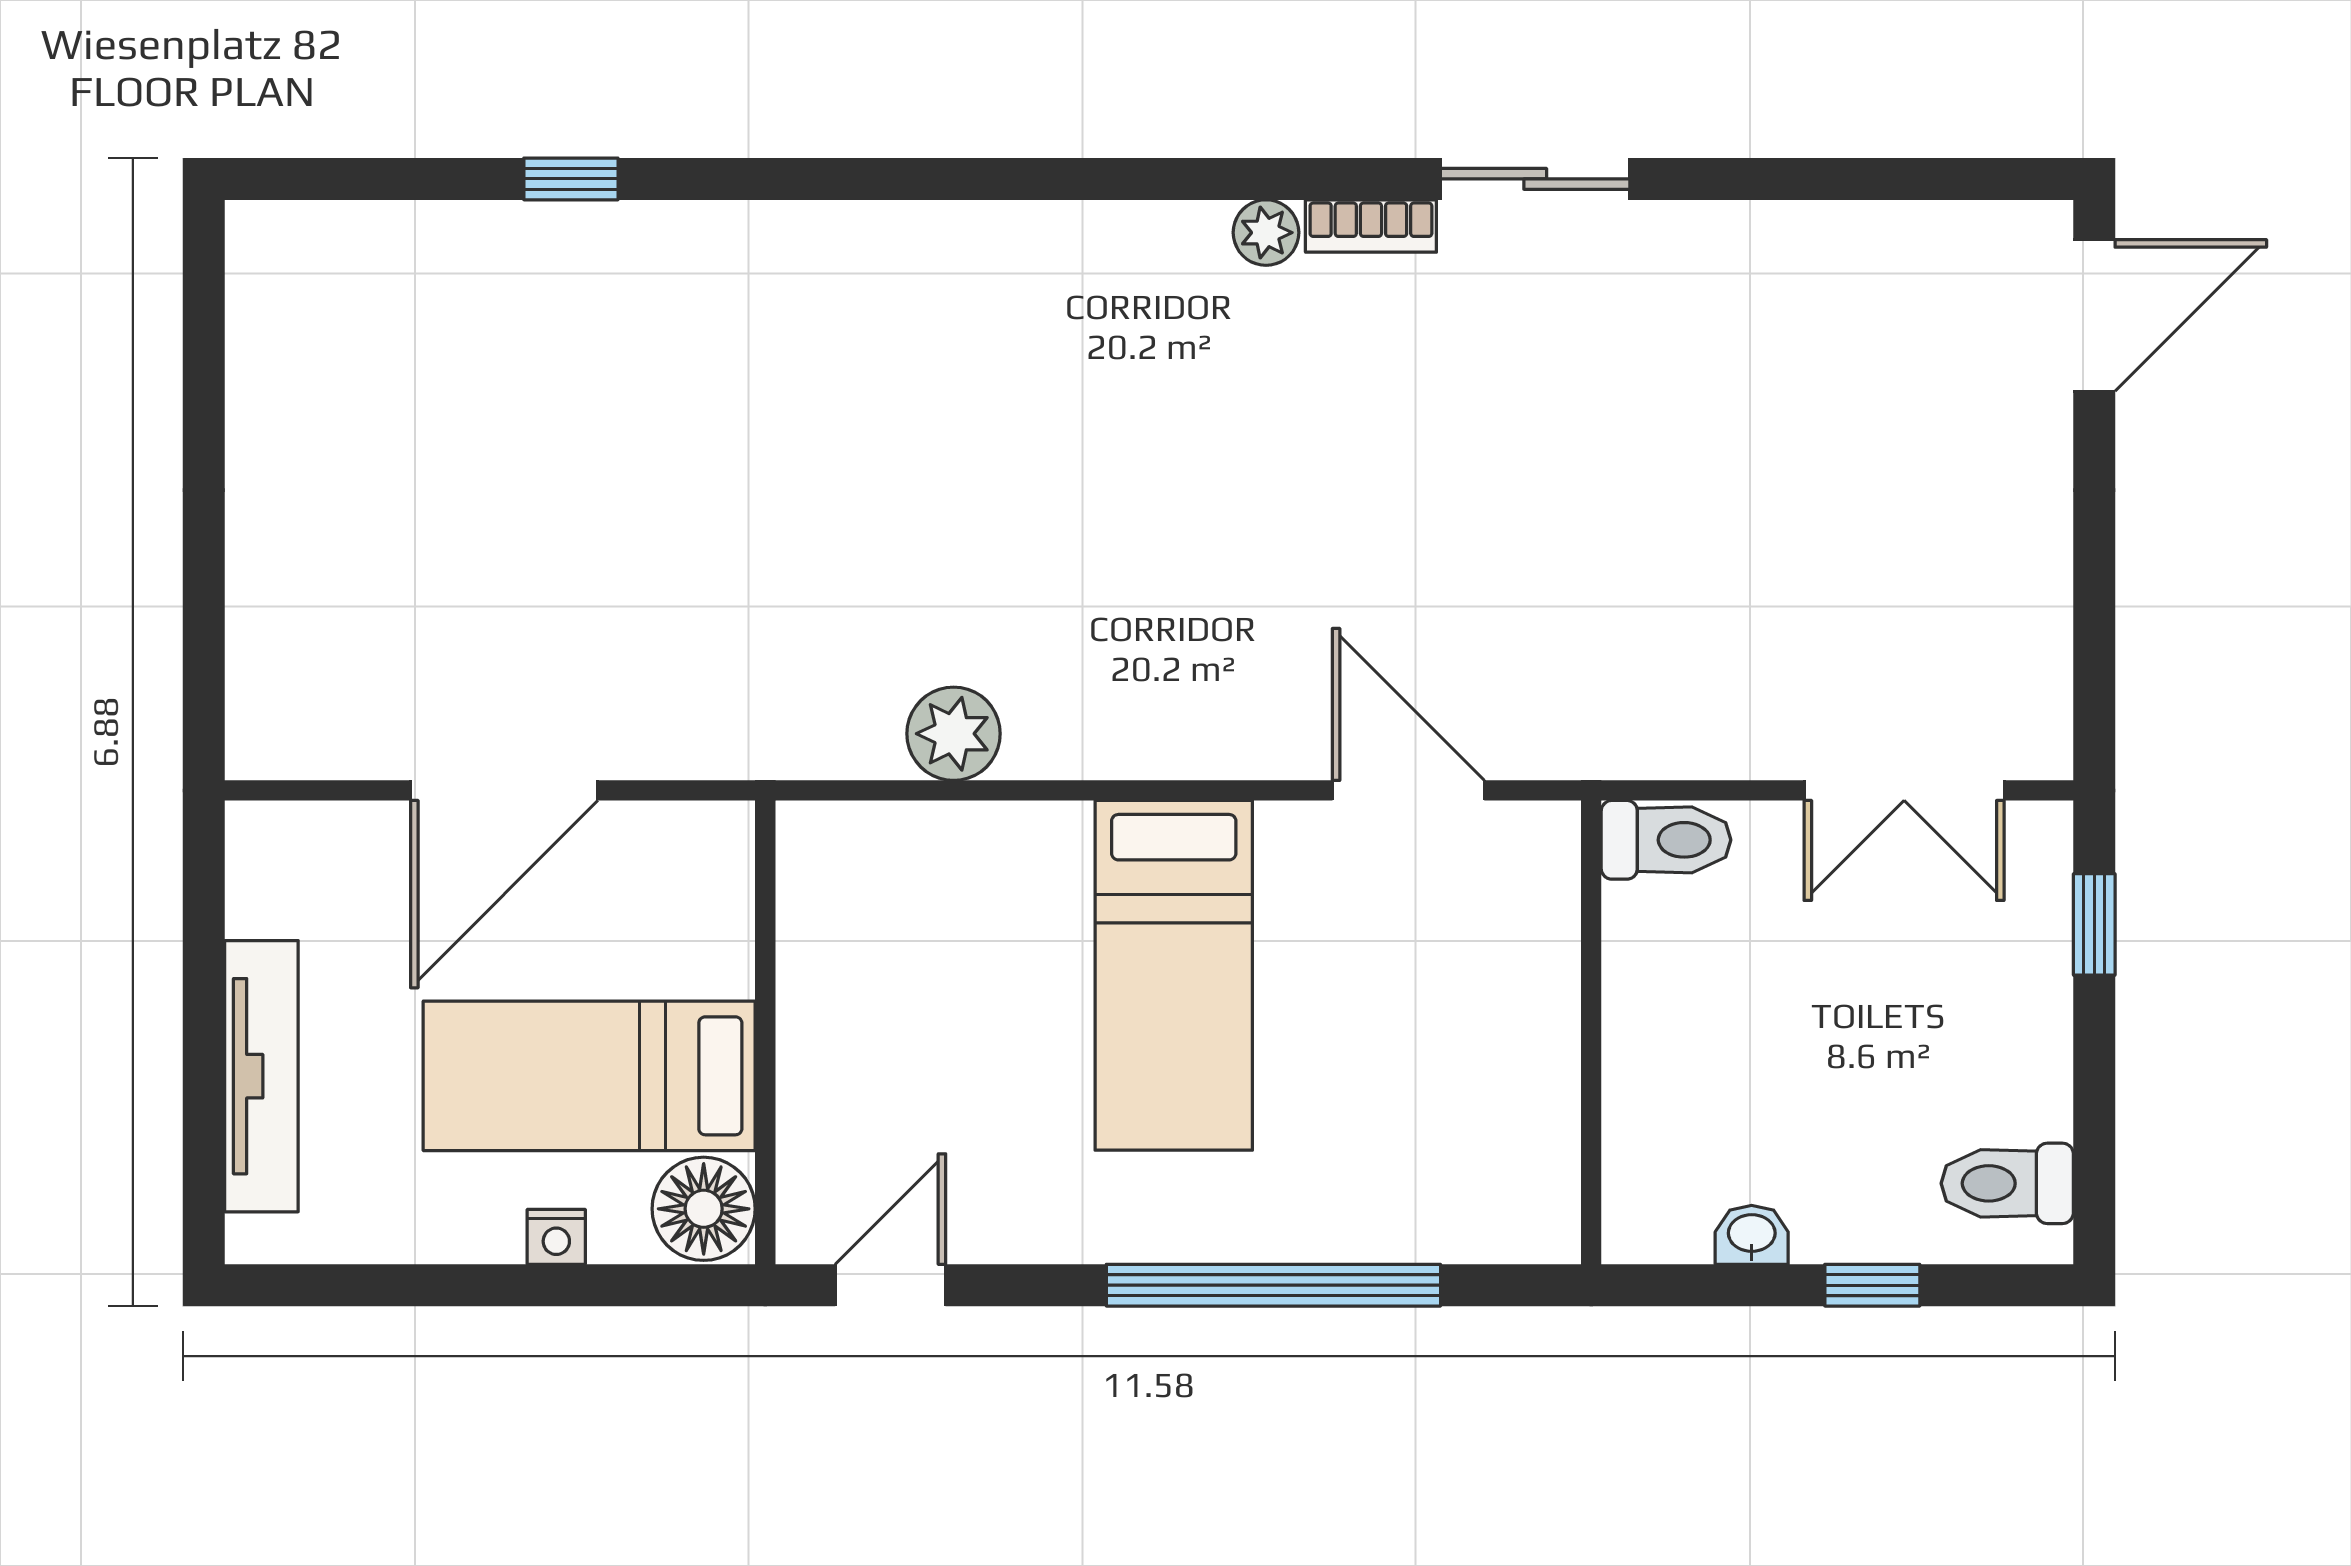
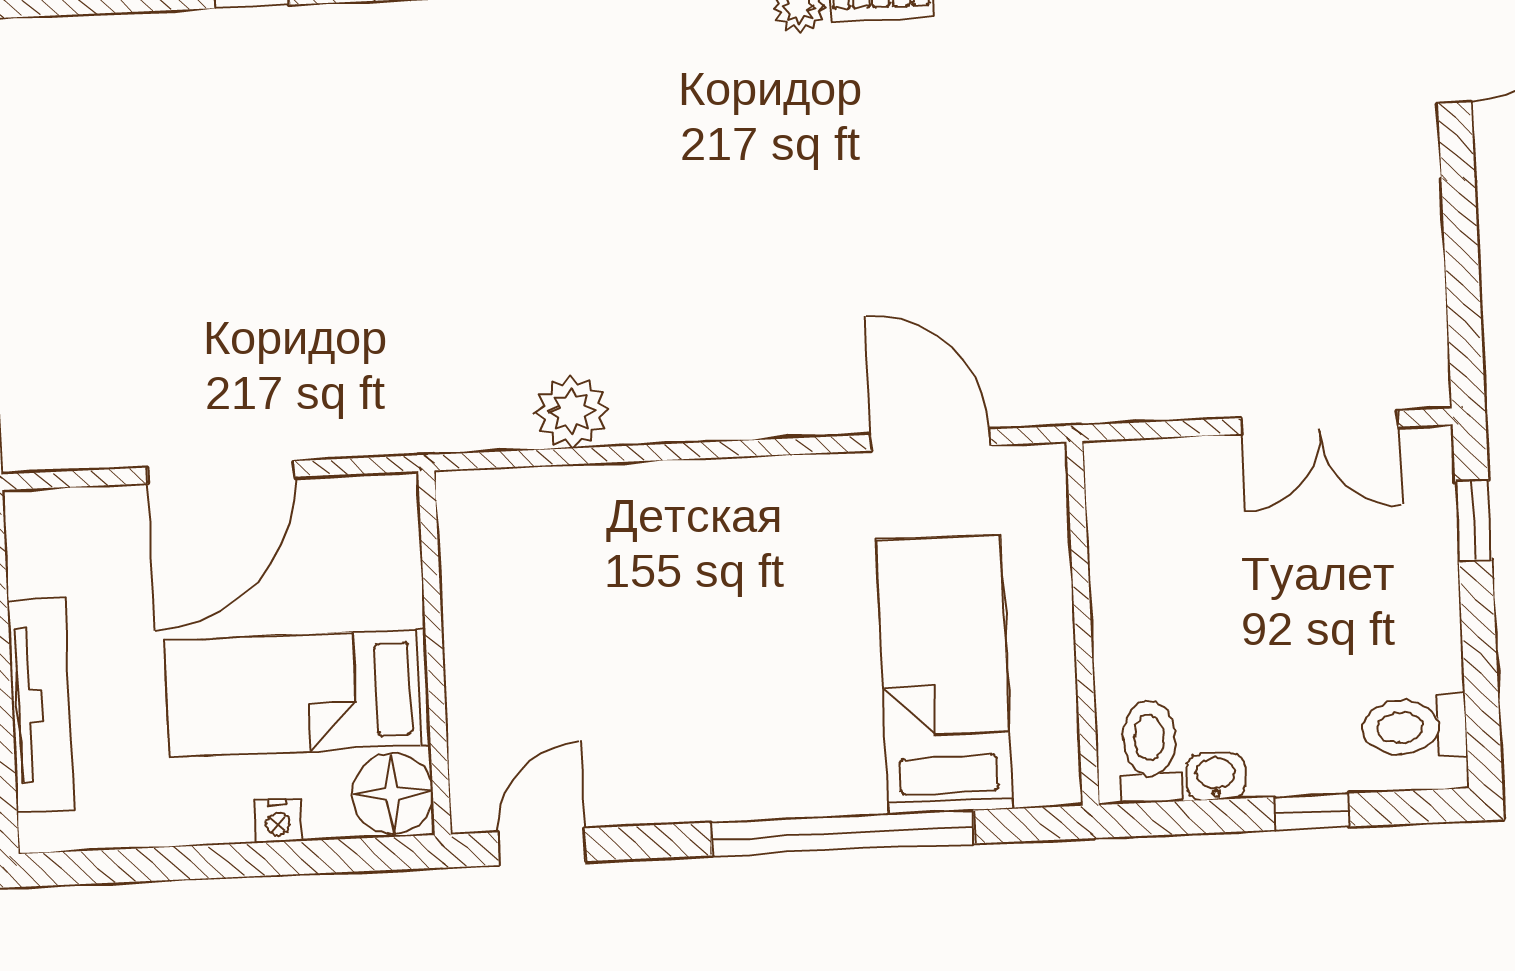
toilet: (1666, 840) -> (1150, 752), moved, turned -90
bed: (1174, 975) -> (944, 675), moved, turned 180

